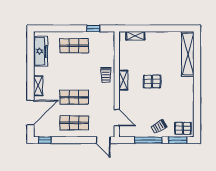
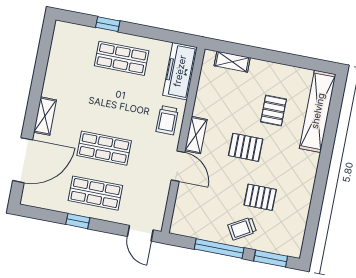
window: (93, 28) -> (108, 24), moved
freezer: (41, 51) -> (180, 71), moved, turned 180
pallet: (163, 58) -> (274, 111), added
door: (117, 118) -> (178, 166), moved
pallet: (183, 128) -> (260, 197), moved
window: (45, 140) -> (78, 221), moved

